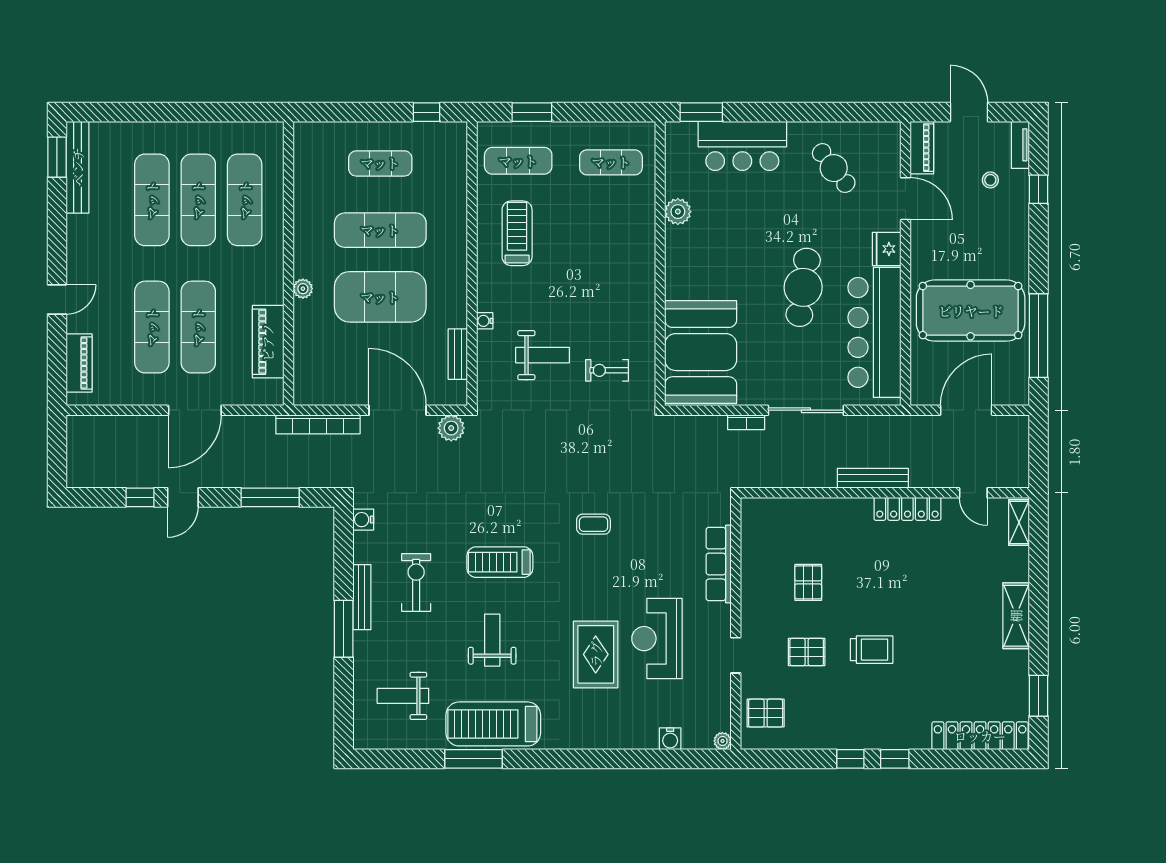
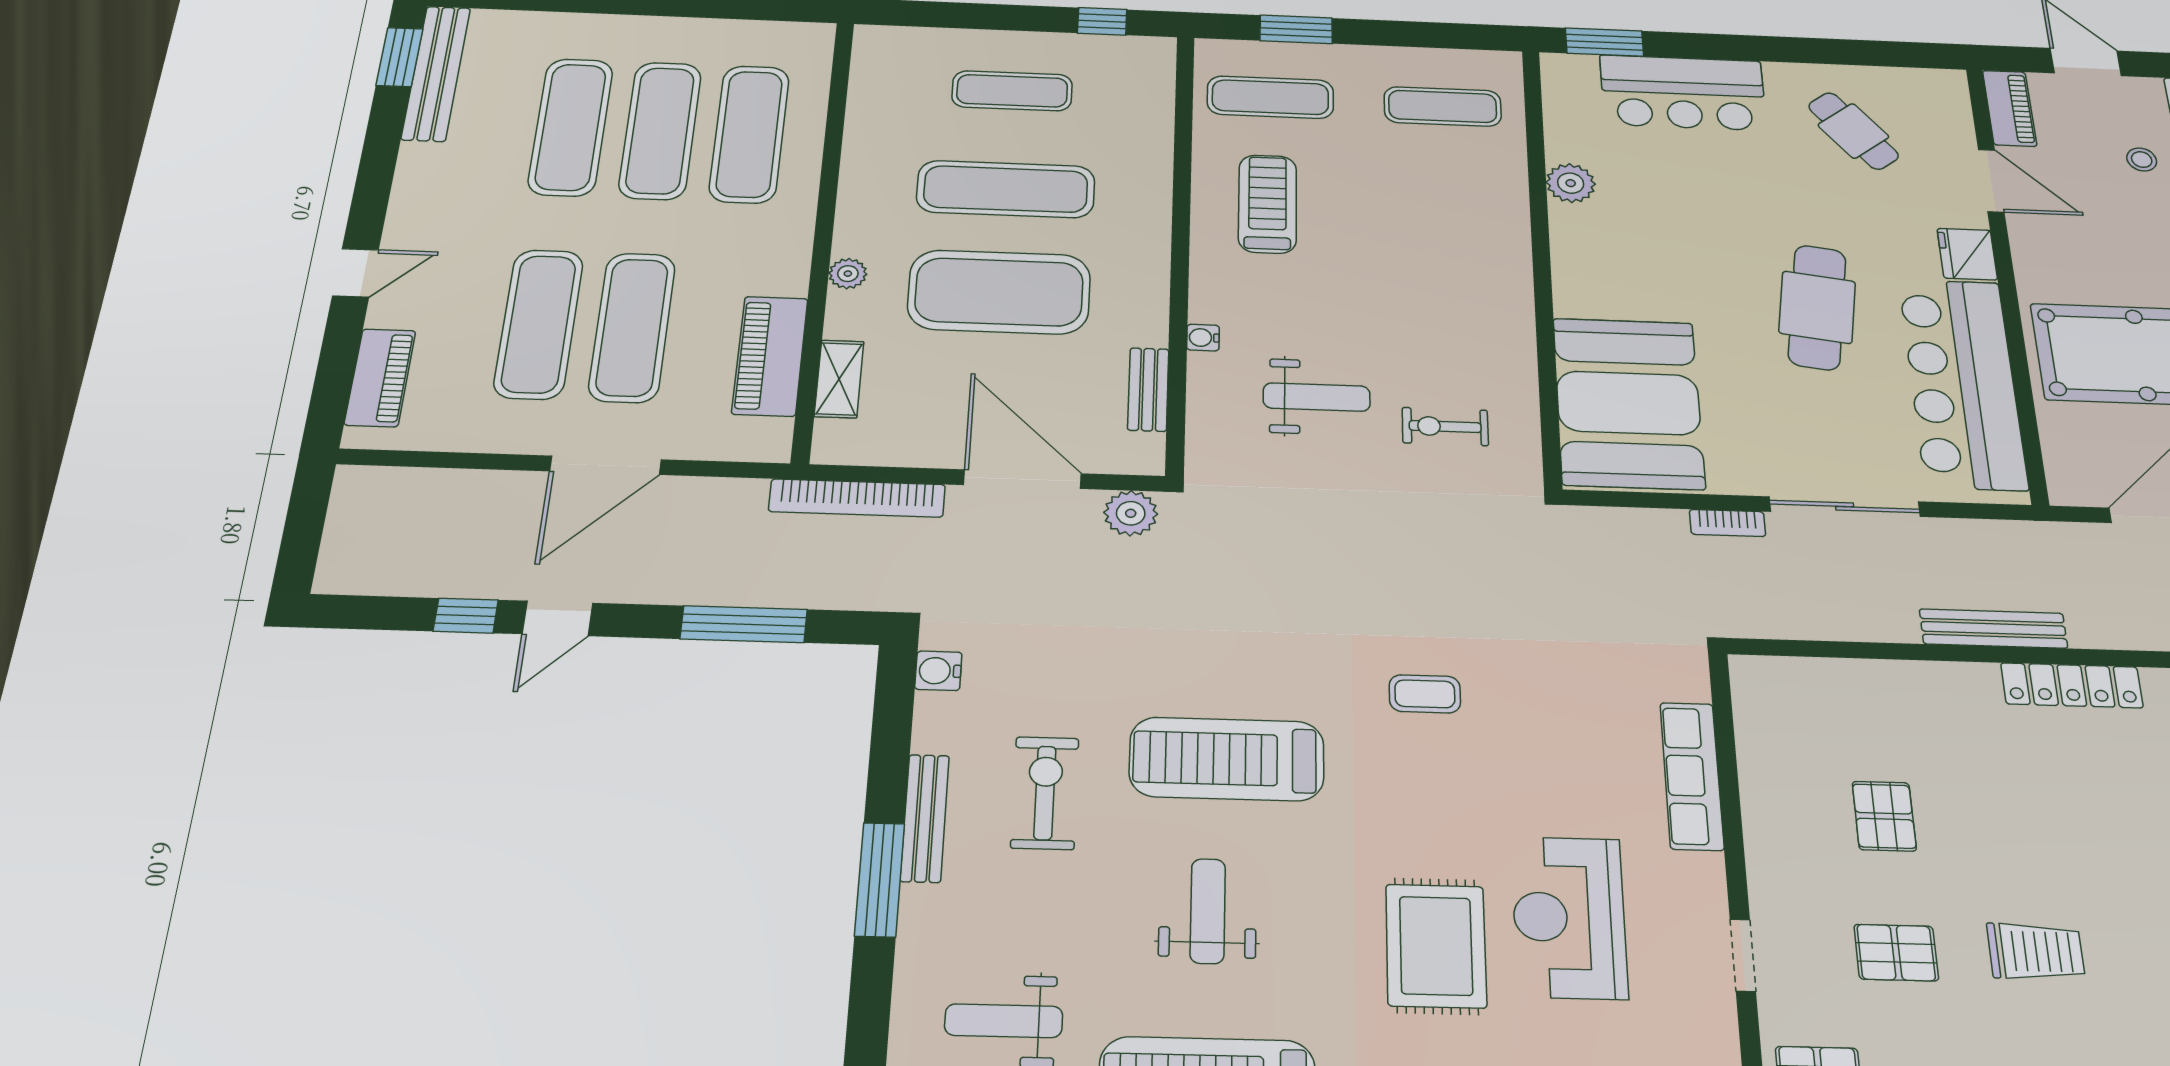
shelving: (304, 354) -> (839, 379), added
treadmill: (500, 562) -> (1227, 759), width x1.37, depth x1.38

